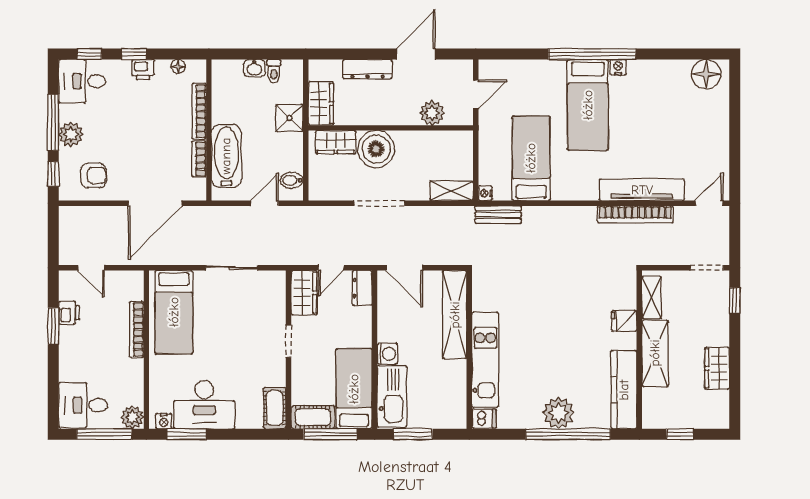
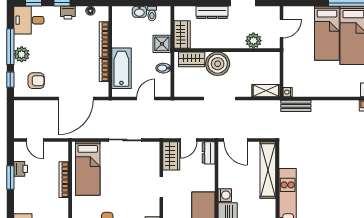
bed: (531, 158) -> (327, 33), moved, turned 180
bidet: (292, 180) -> (163, 68), moved

